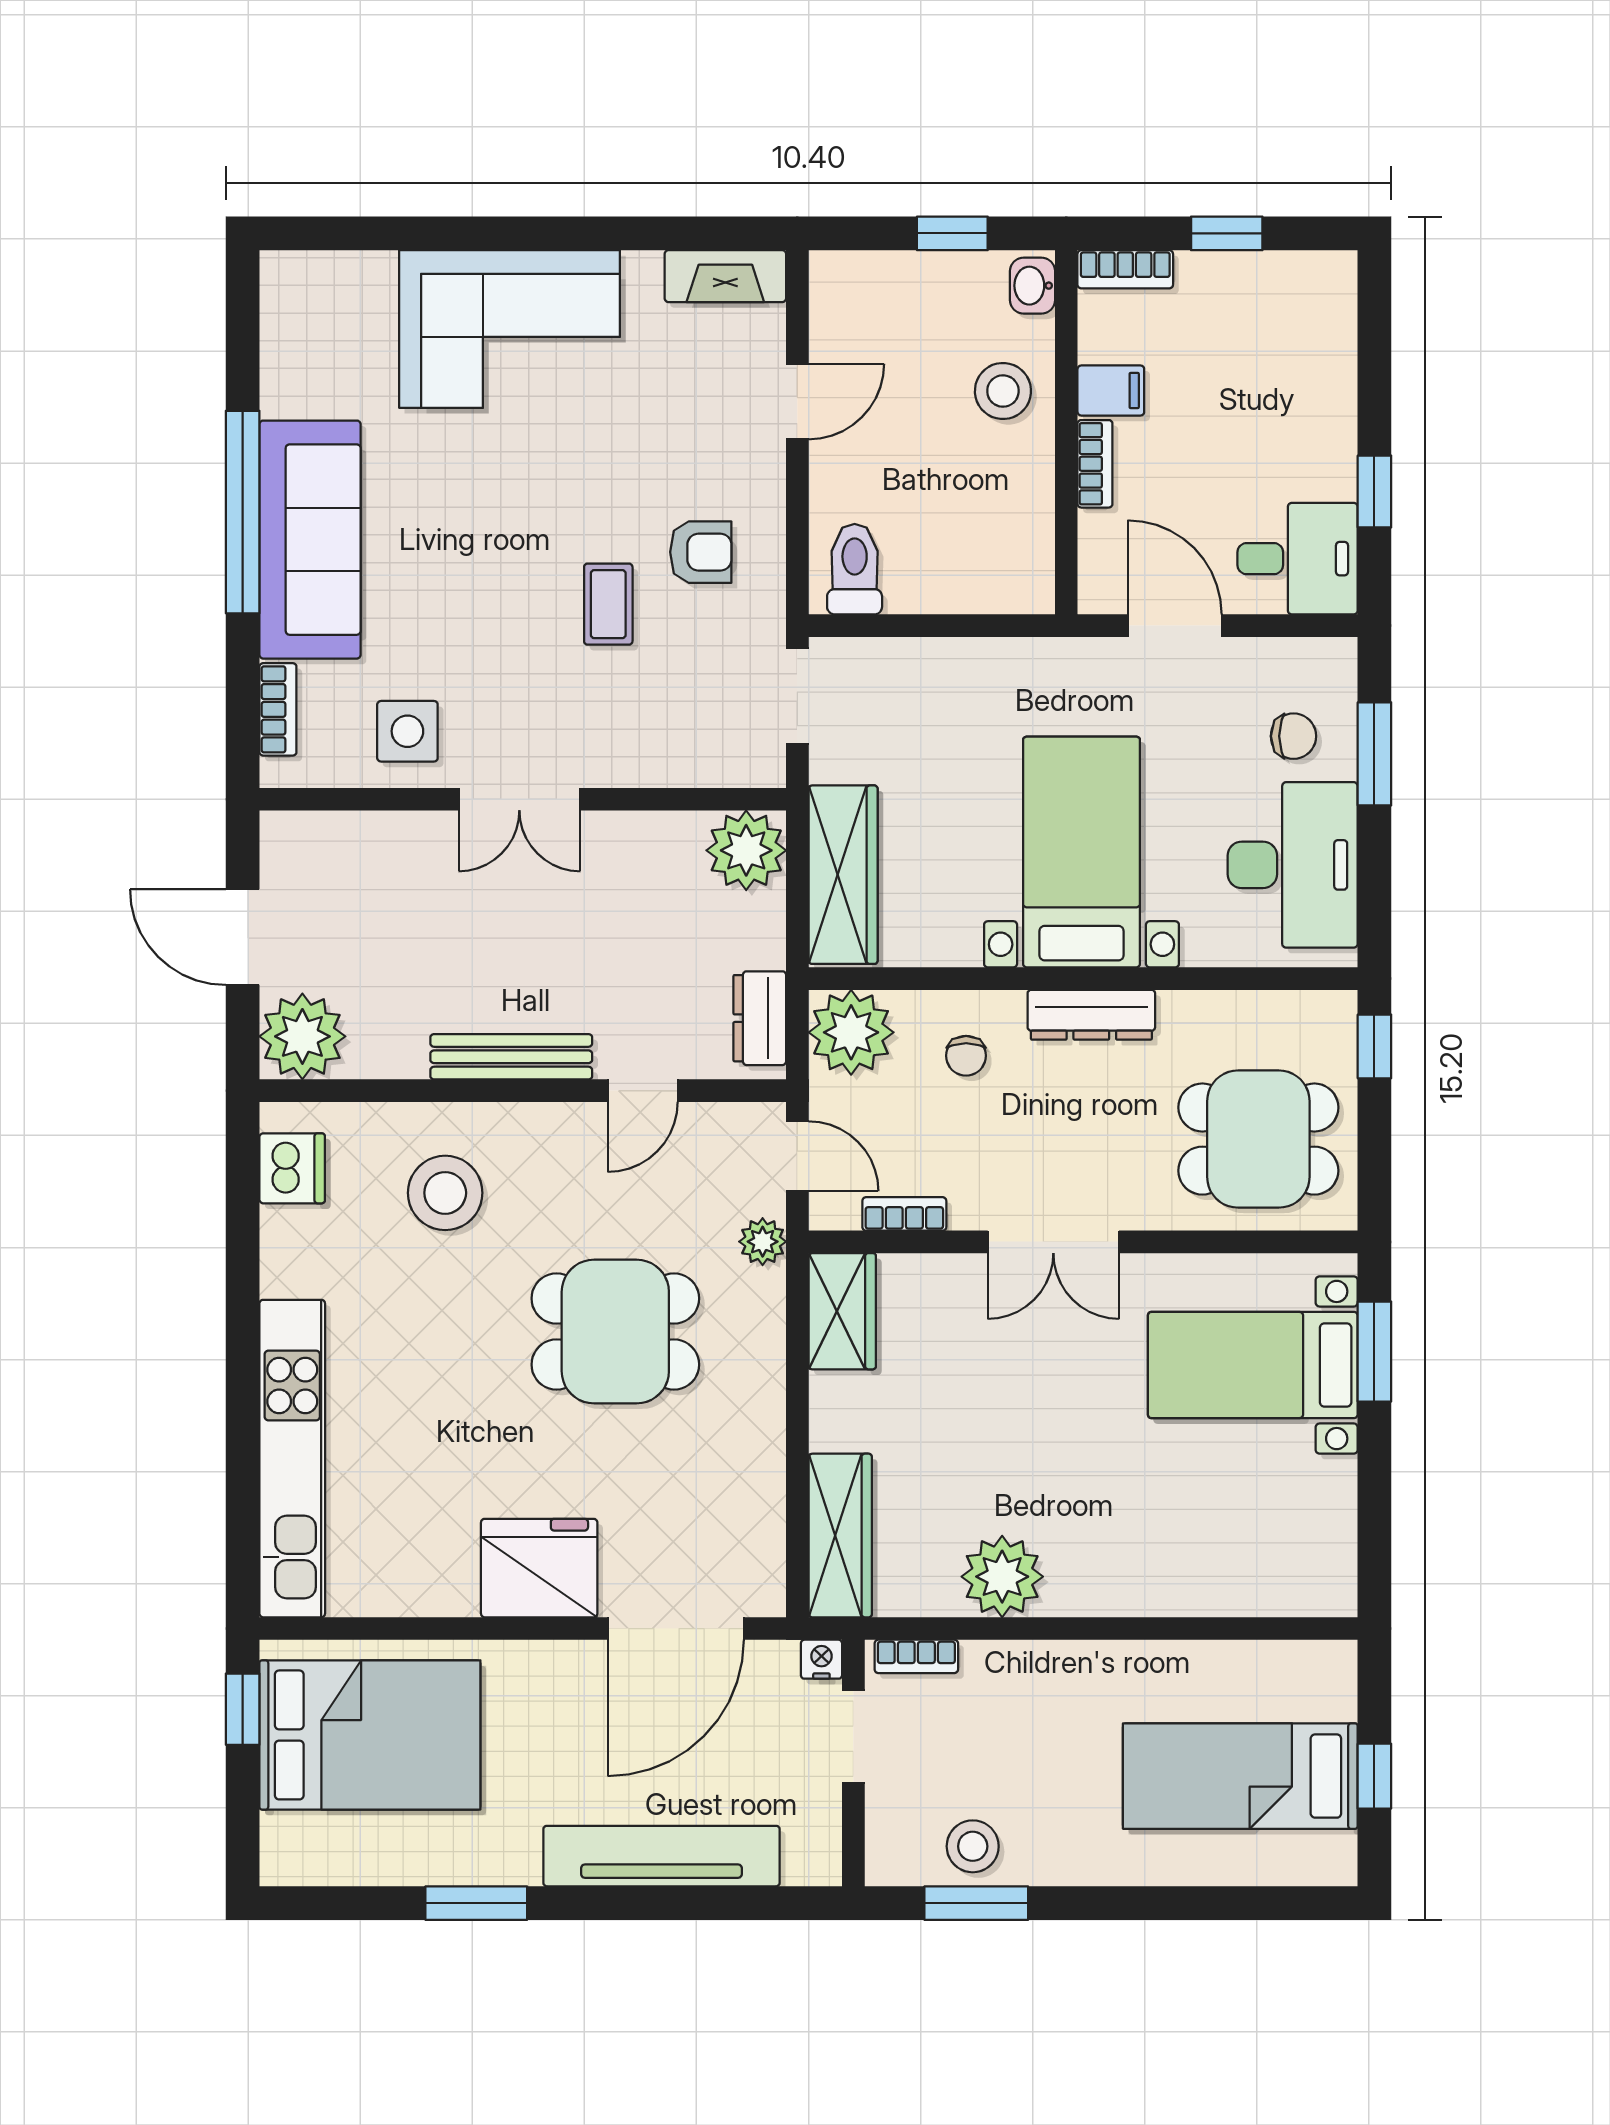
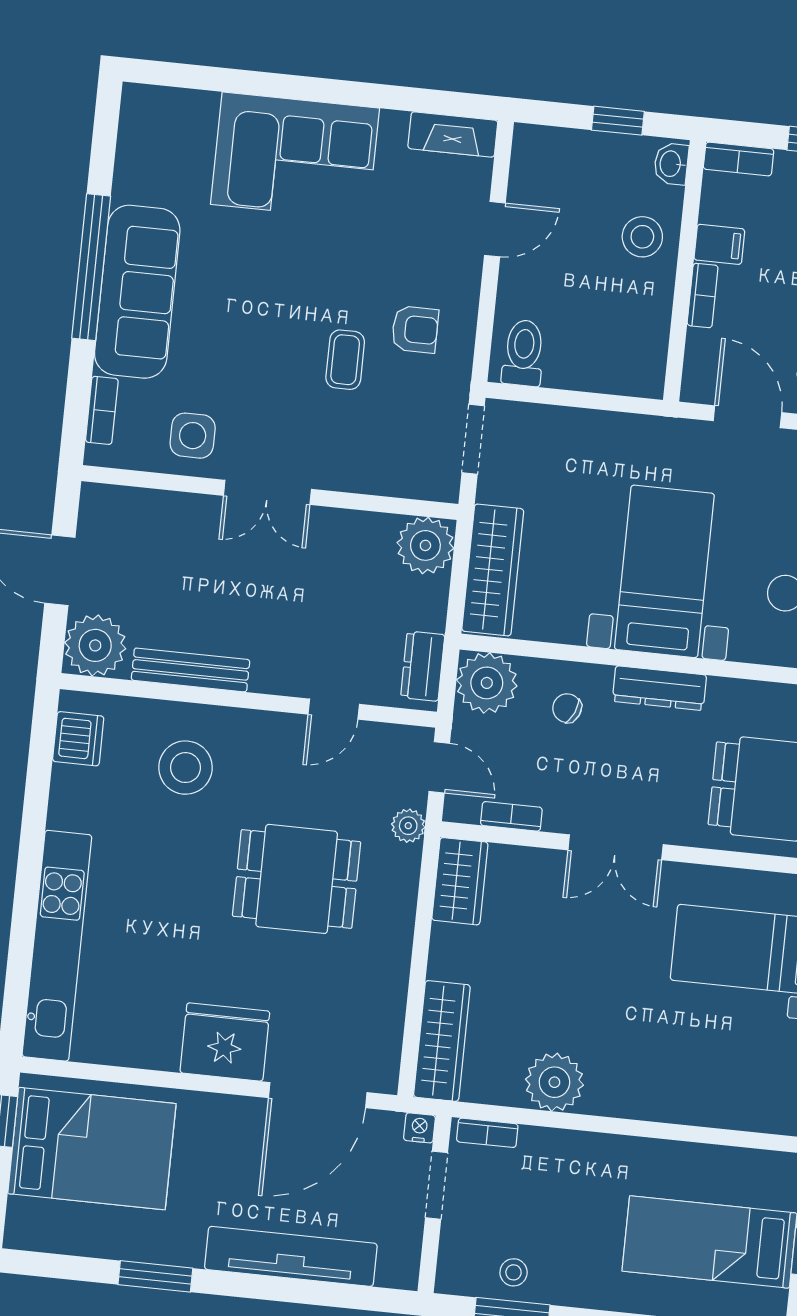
chair: (966, 1056) -> (567, 708), turned 113
bench: (511, 1057) -> (190, 670), moved
stool: (973, 1846) -> (514, 1272), width x0.73, depth x0.73

